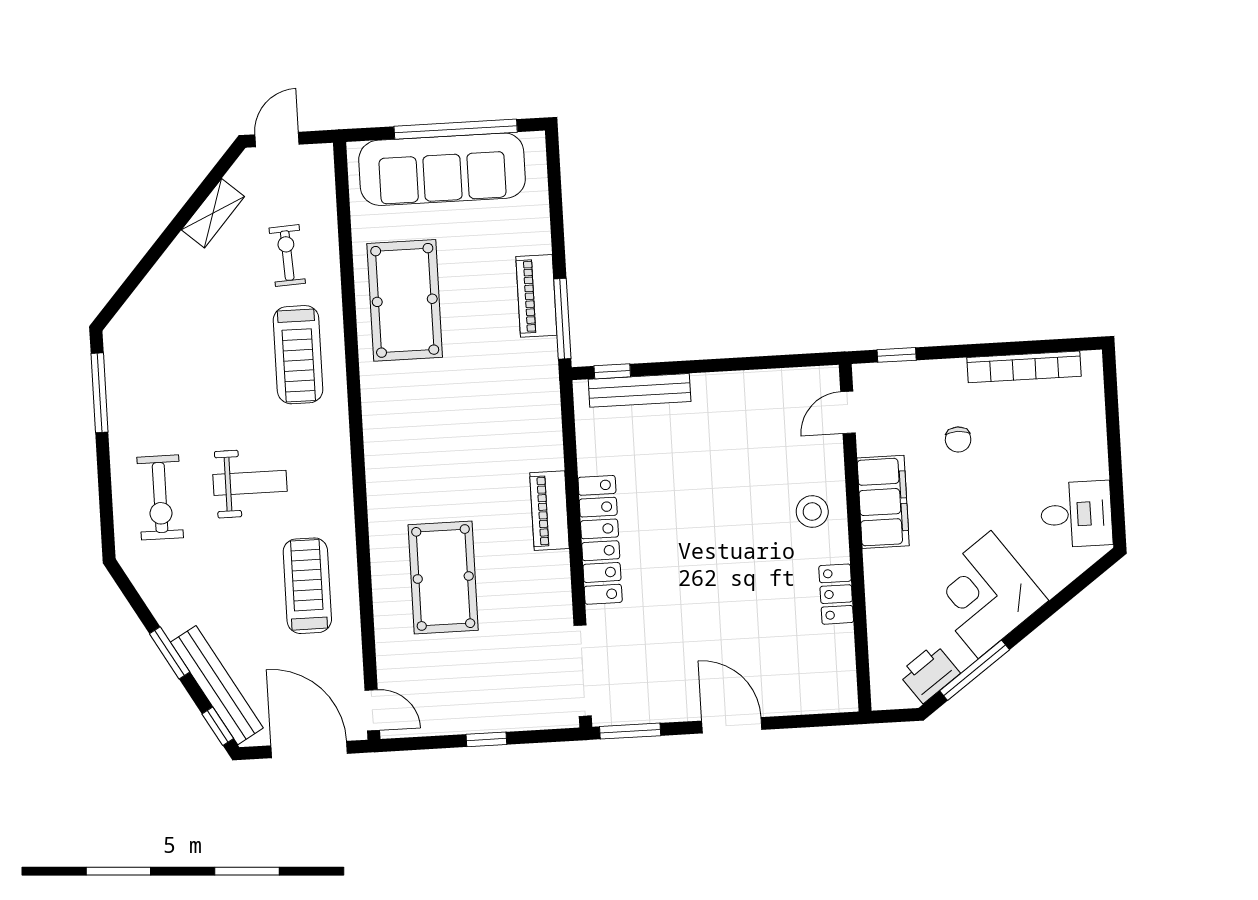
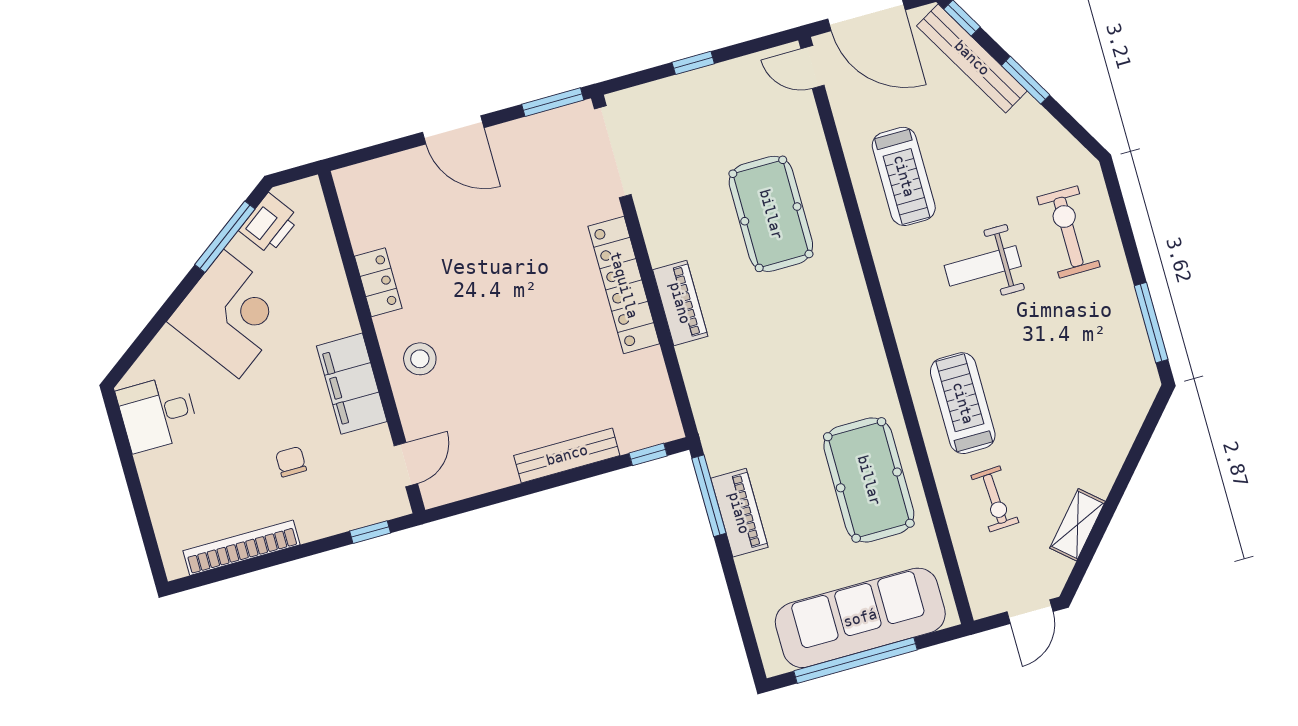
bench: (640, 390) -> (567, 455), moved

